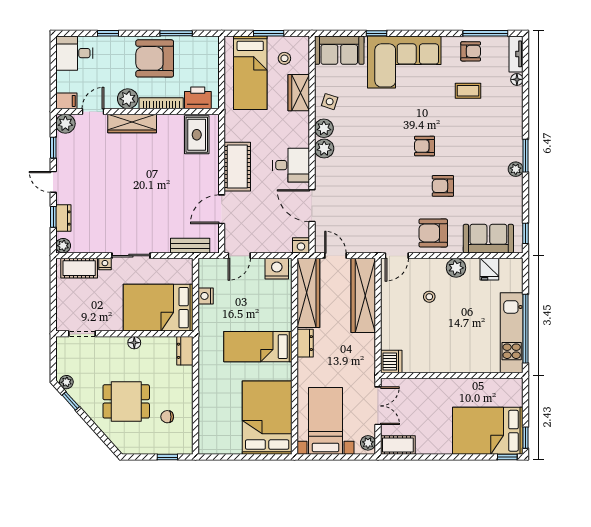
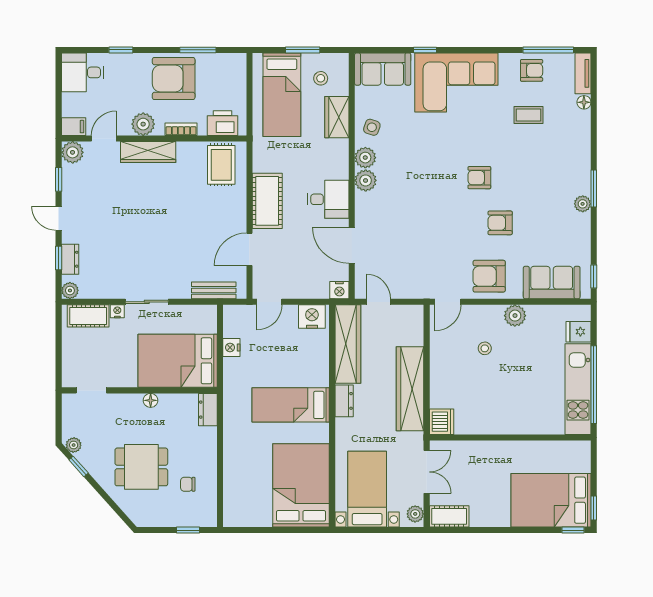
bookcase: (161, 103) -> (181, 129), width x0.64
fridge: (489, 269) -> (578, 332), moved, turned 90
wardrobe: (363, 295) -> (410, 389), moved

